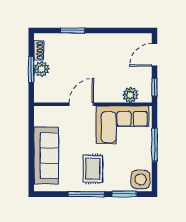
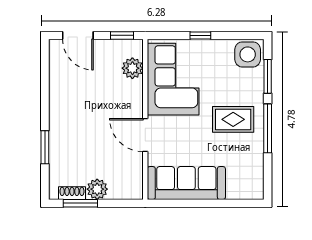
window: (31, 70) -> (80, 203), moved
window: (155, 145) -> (200, 35), width x0.46
sofa: (46, 156) -> (186, 183), moved

